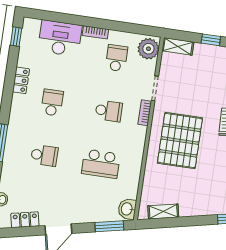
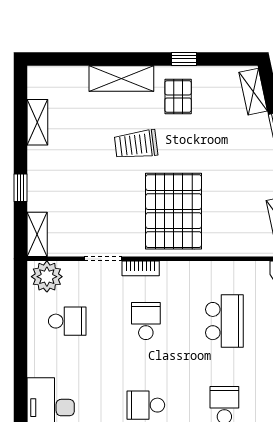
bookcase: (95, 32) -> (34, 357), removed
school desk: (116, 58) -> (67, 321), turned 180
pallet: (180, 141) -> (174, 211), turned 90

